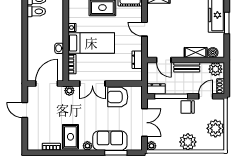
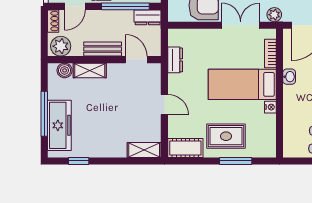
window: (227, 23) -> (44, 114), width x1.44

